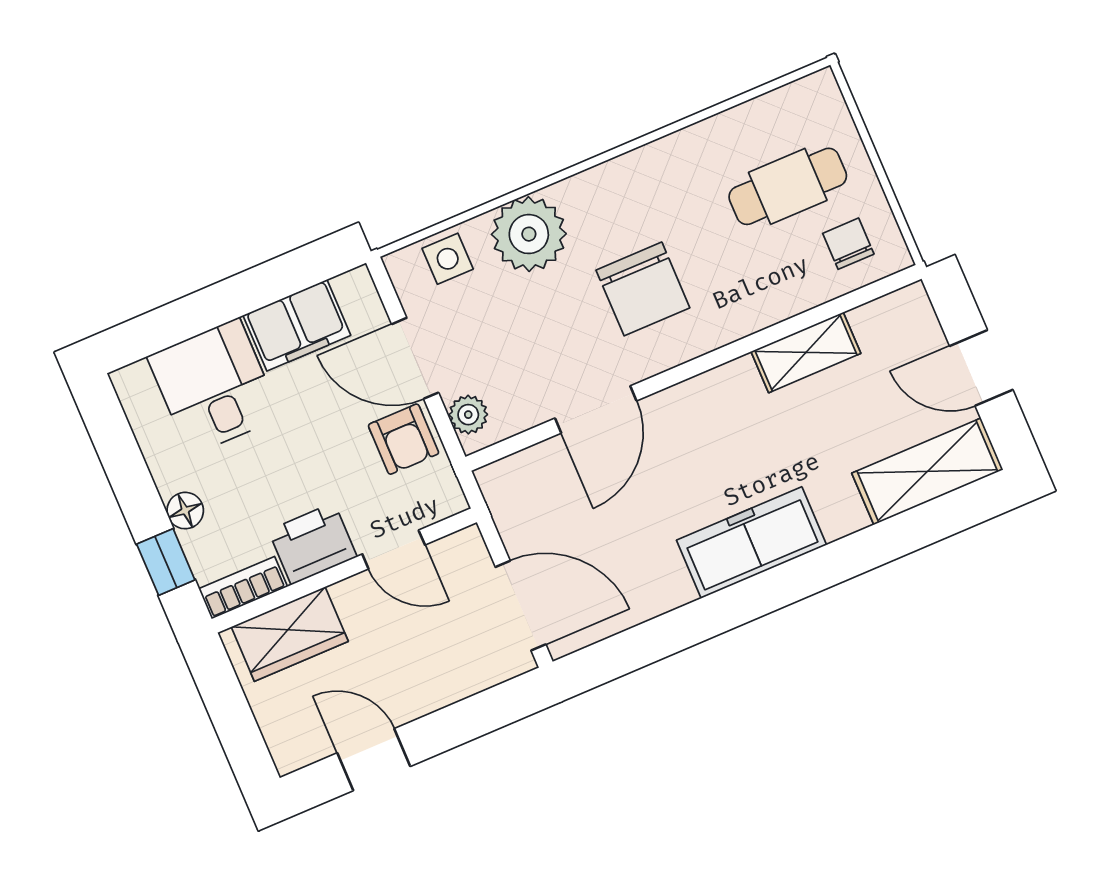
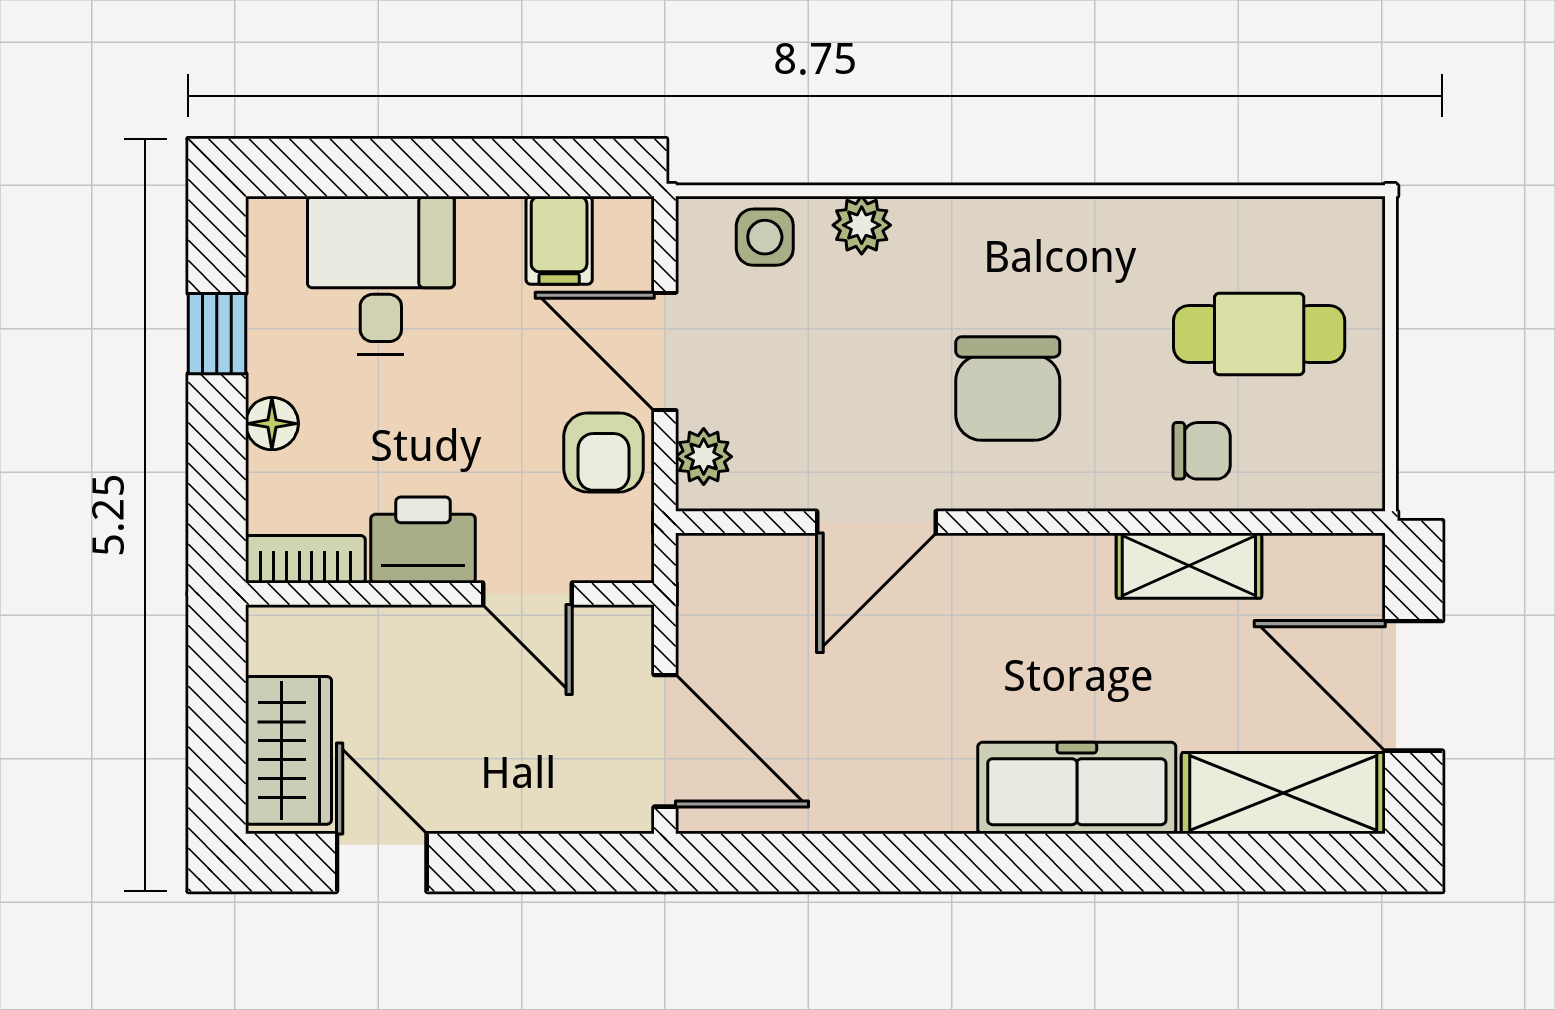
plant: (529, 234) -> (862, 225), width x0.53, depth x0.53
chair: (848, 244) -> (1202, 451), moved, turned 90
filing cabinet: (297, 325) -> (559, 240), width x0.50
door: (981, 368) -> (1414, 686), width x1.38
freezer: (751, 543) -> (1077, 788), moved
window: (166, 562) -> (217, 334), moved
wardrobe: (290, 634) -> (289, 750), moved, turned -90

